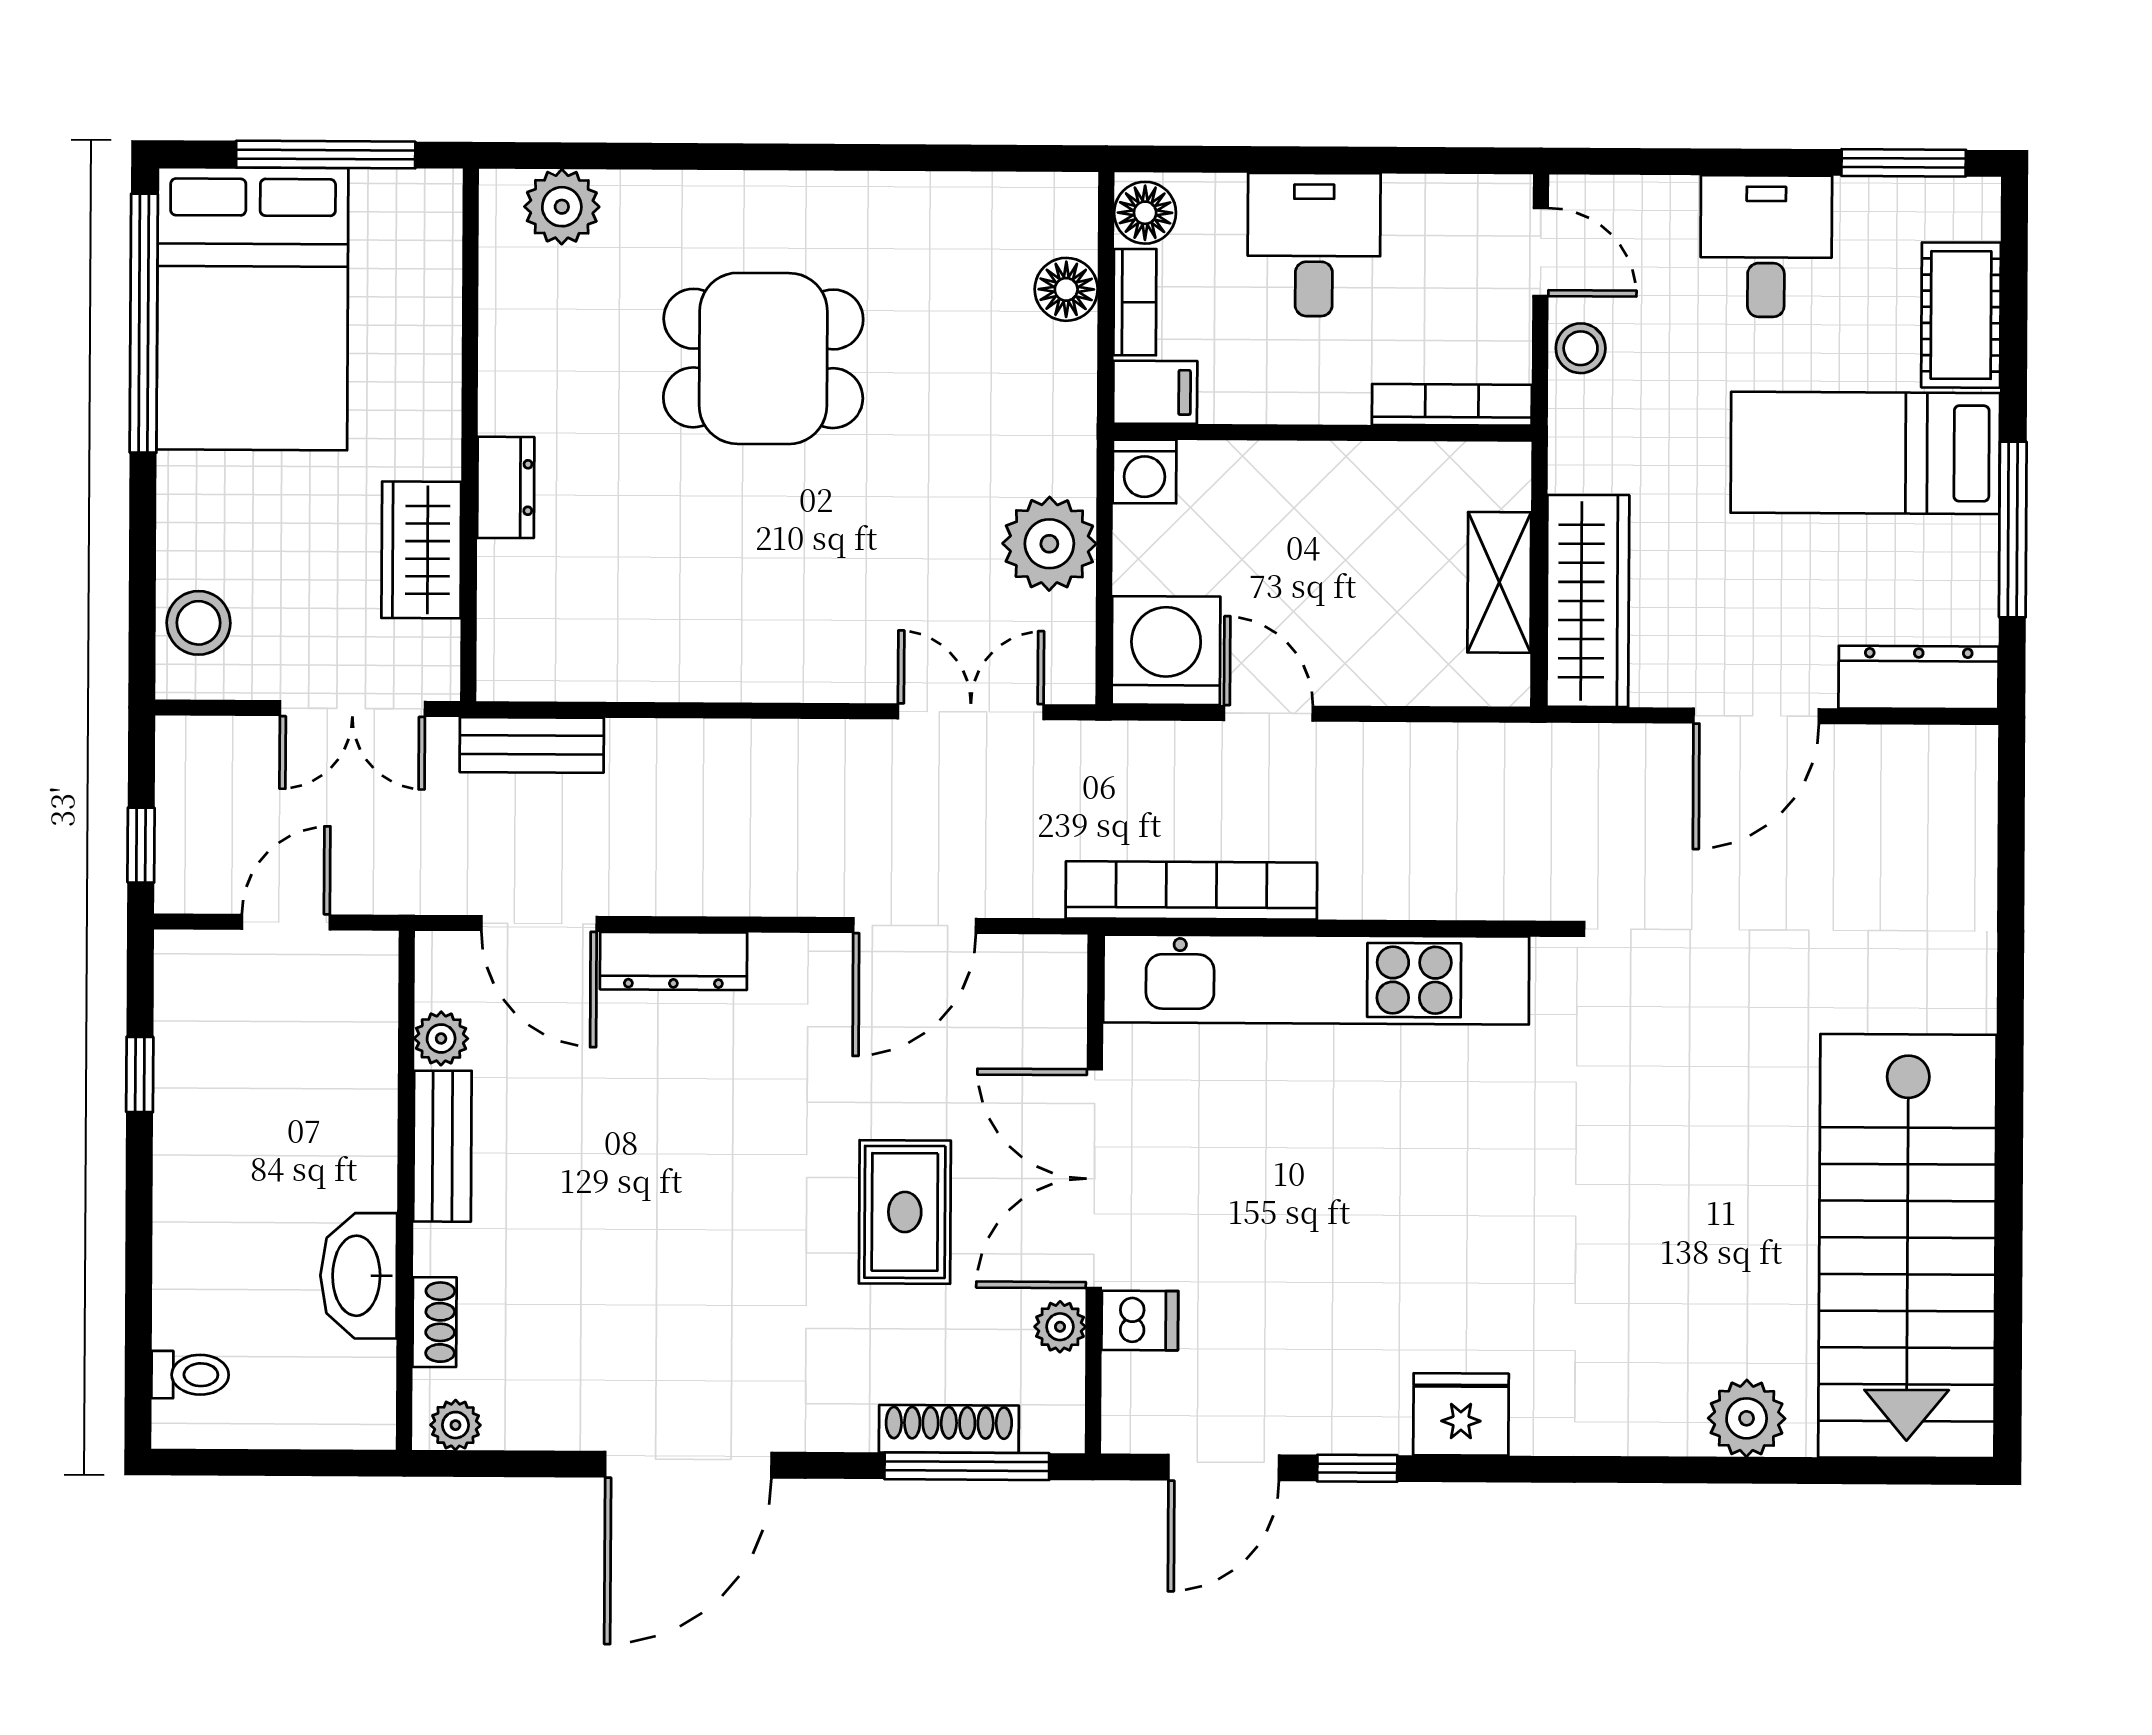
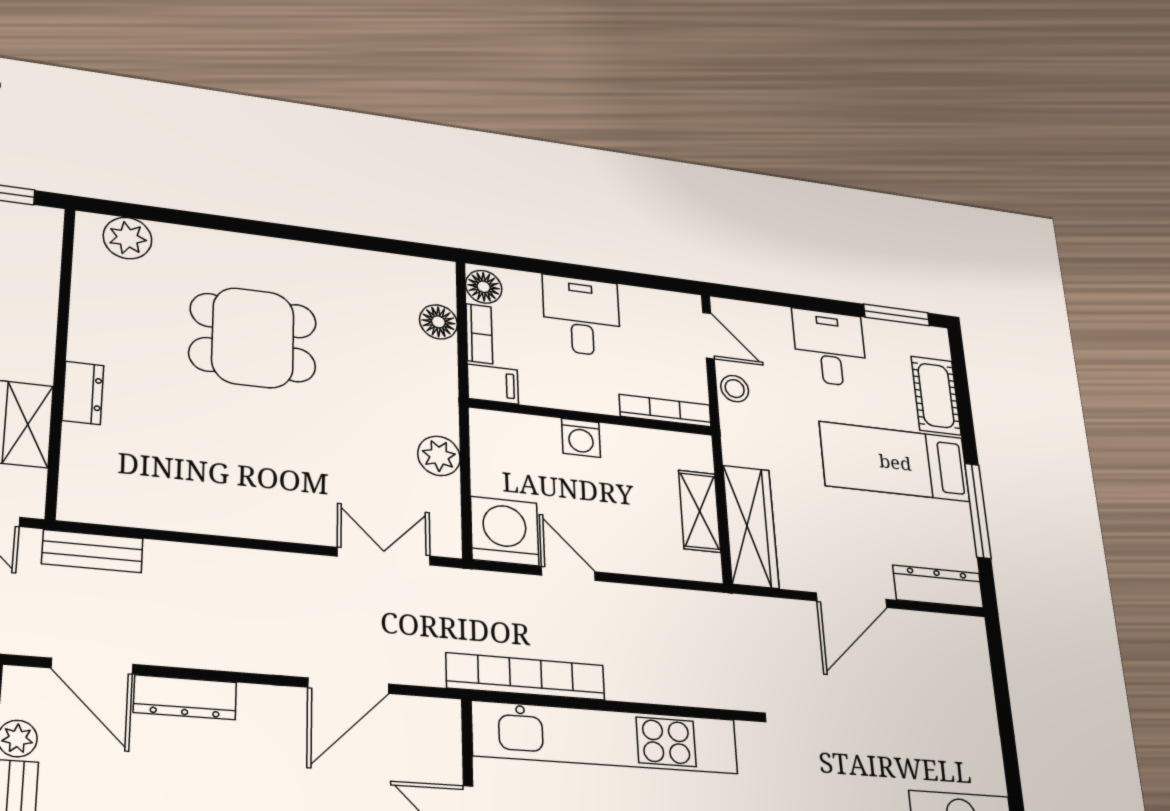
washing machine: (1145, 472) -> (581, 438), moved
plant: (1049, 544) -> (439, 456), width x0.73, depth x0.73

